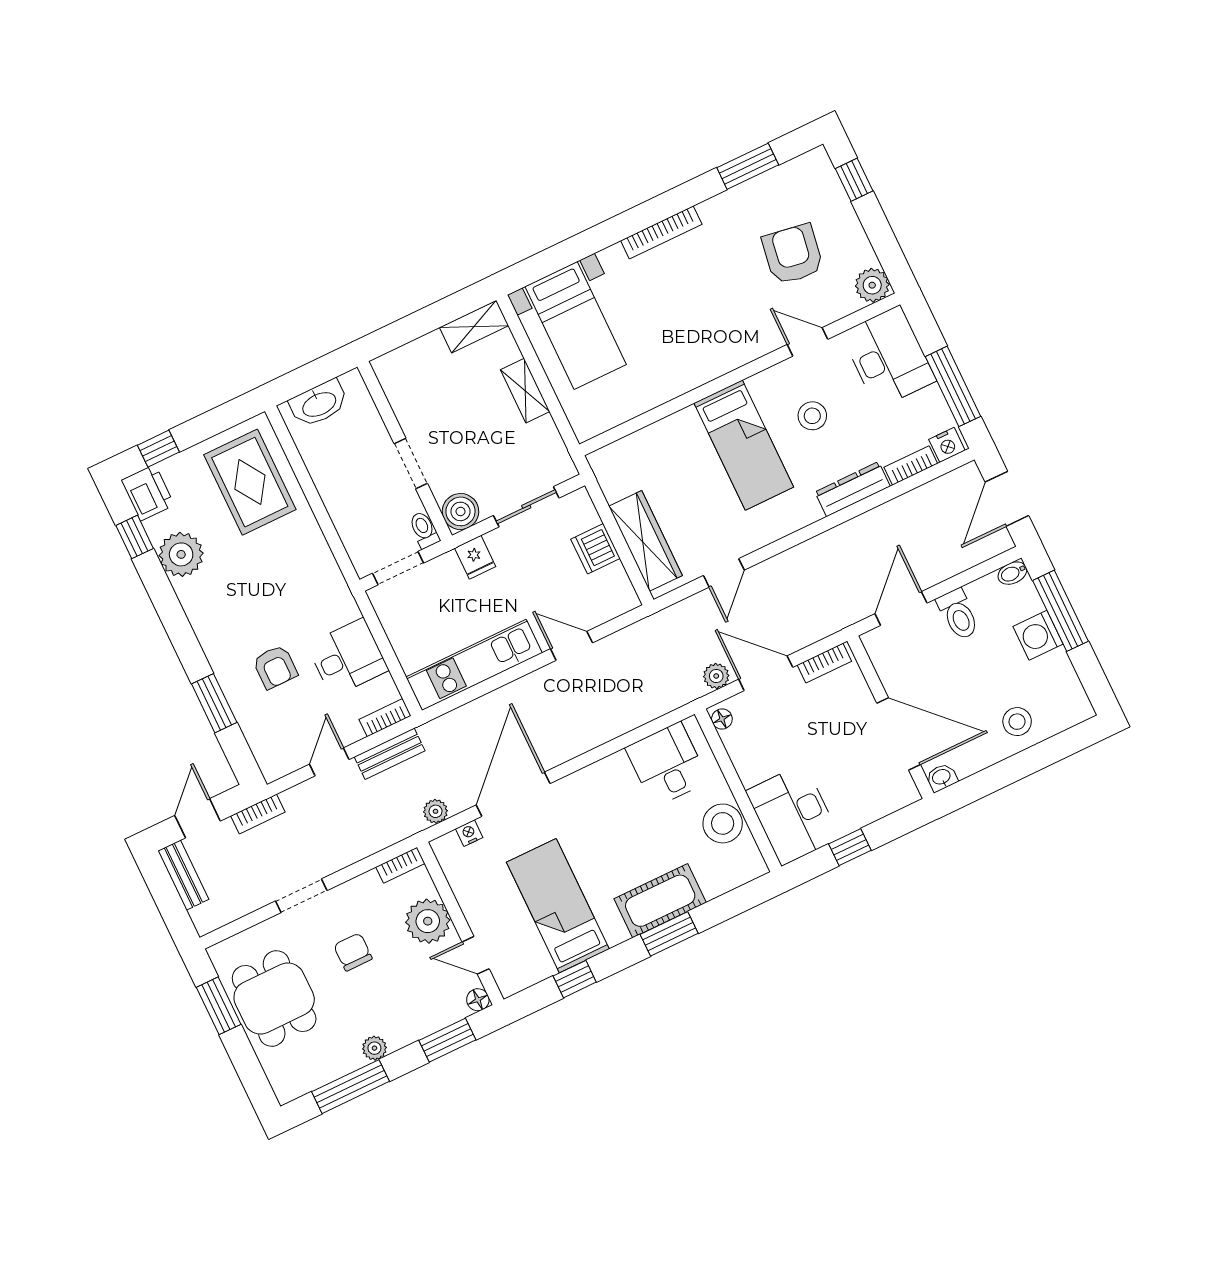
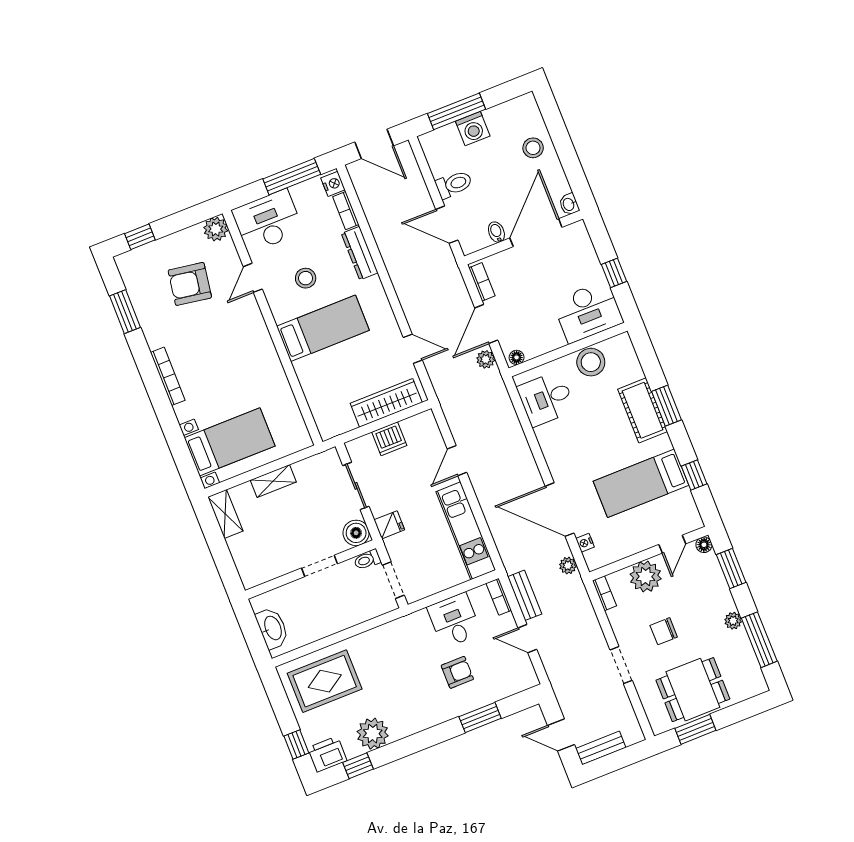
bidet: (1012, 573) -> (496, 232), moved, turned 180
bookcase: (258, 814) -> (561, 692), removed

